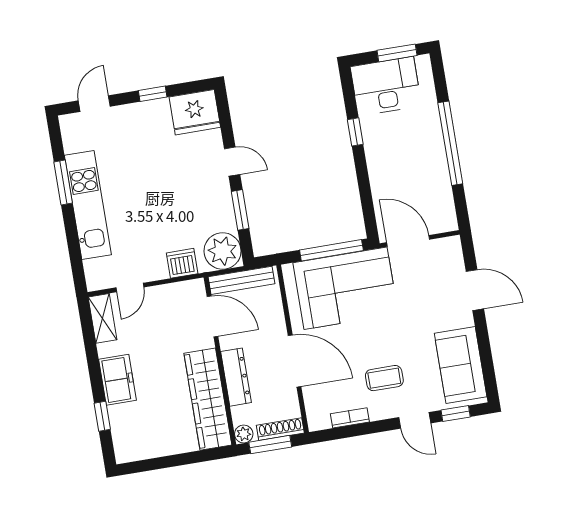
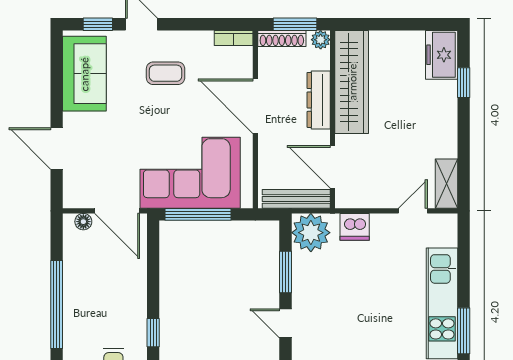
floor lamp: (438, 225) -> (83, 222), added
freezer: (117, 380) -> (442, 55), moved
bookcase: (350, 418) -> (234, 38), moved

